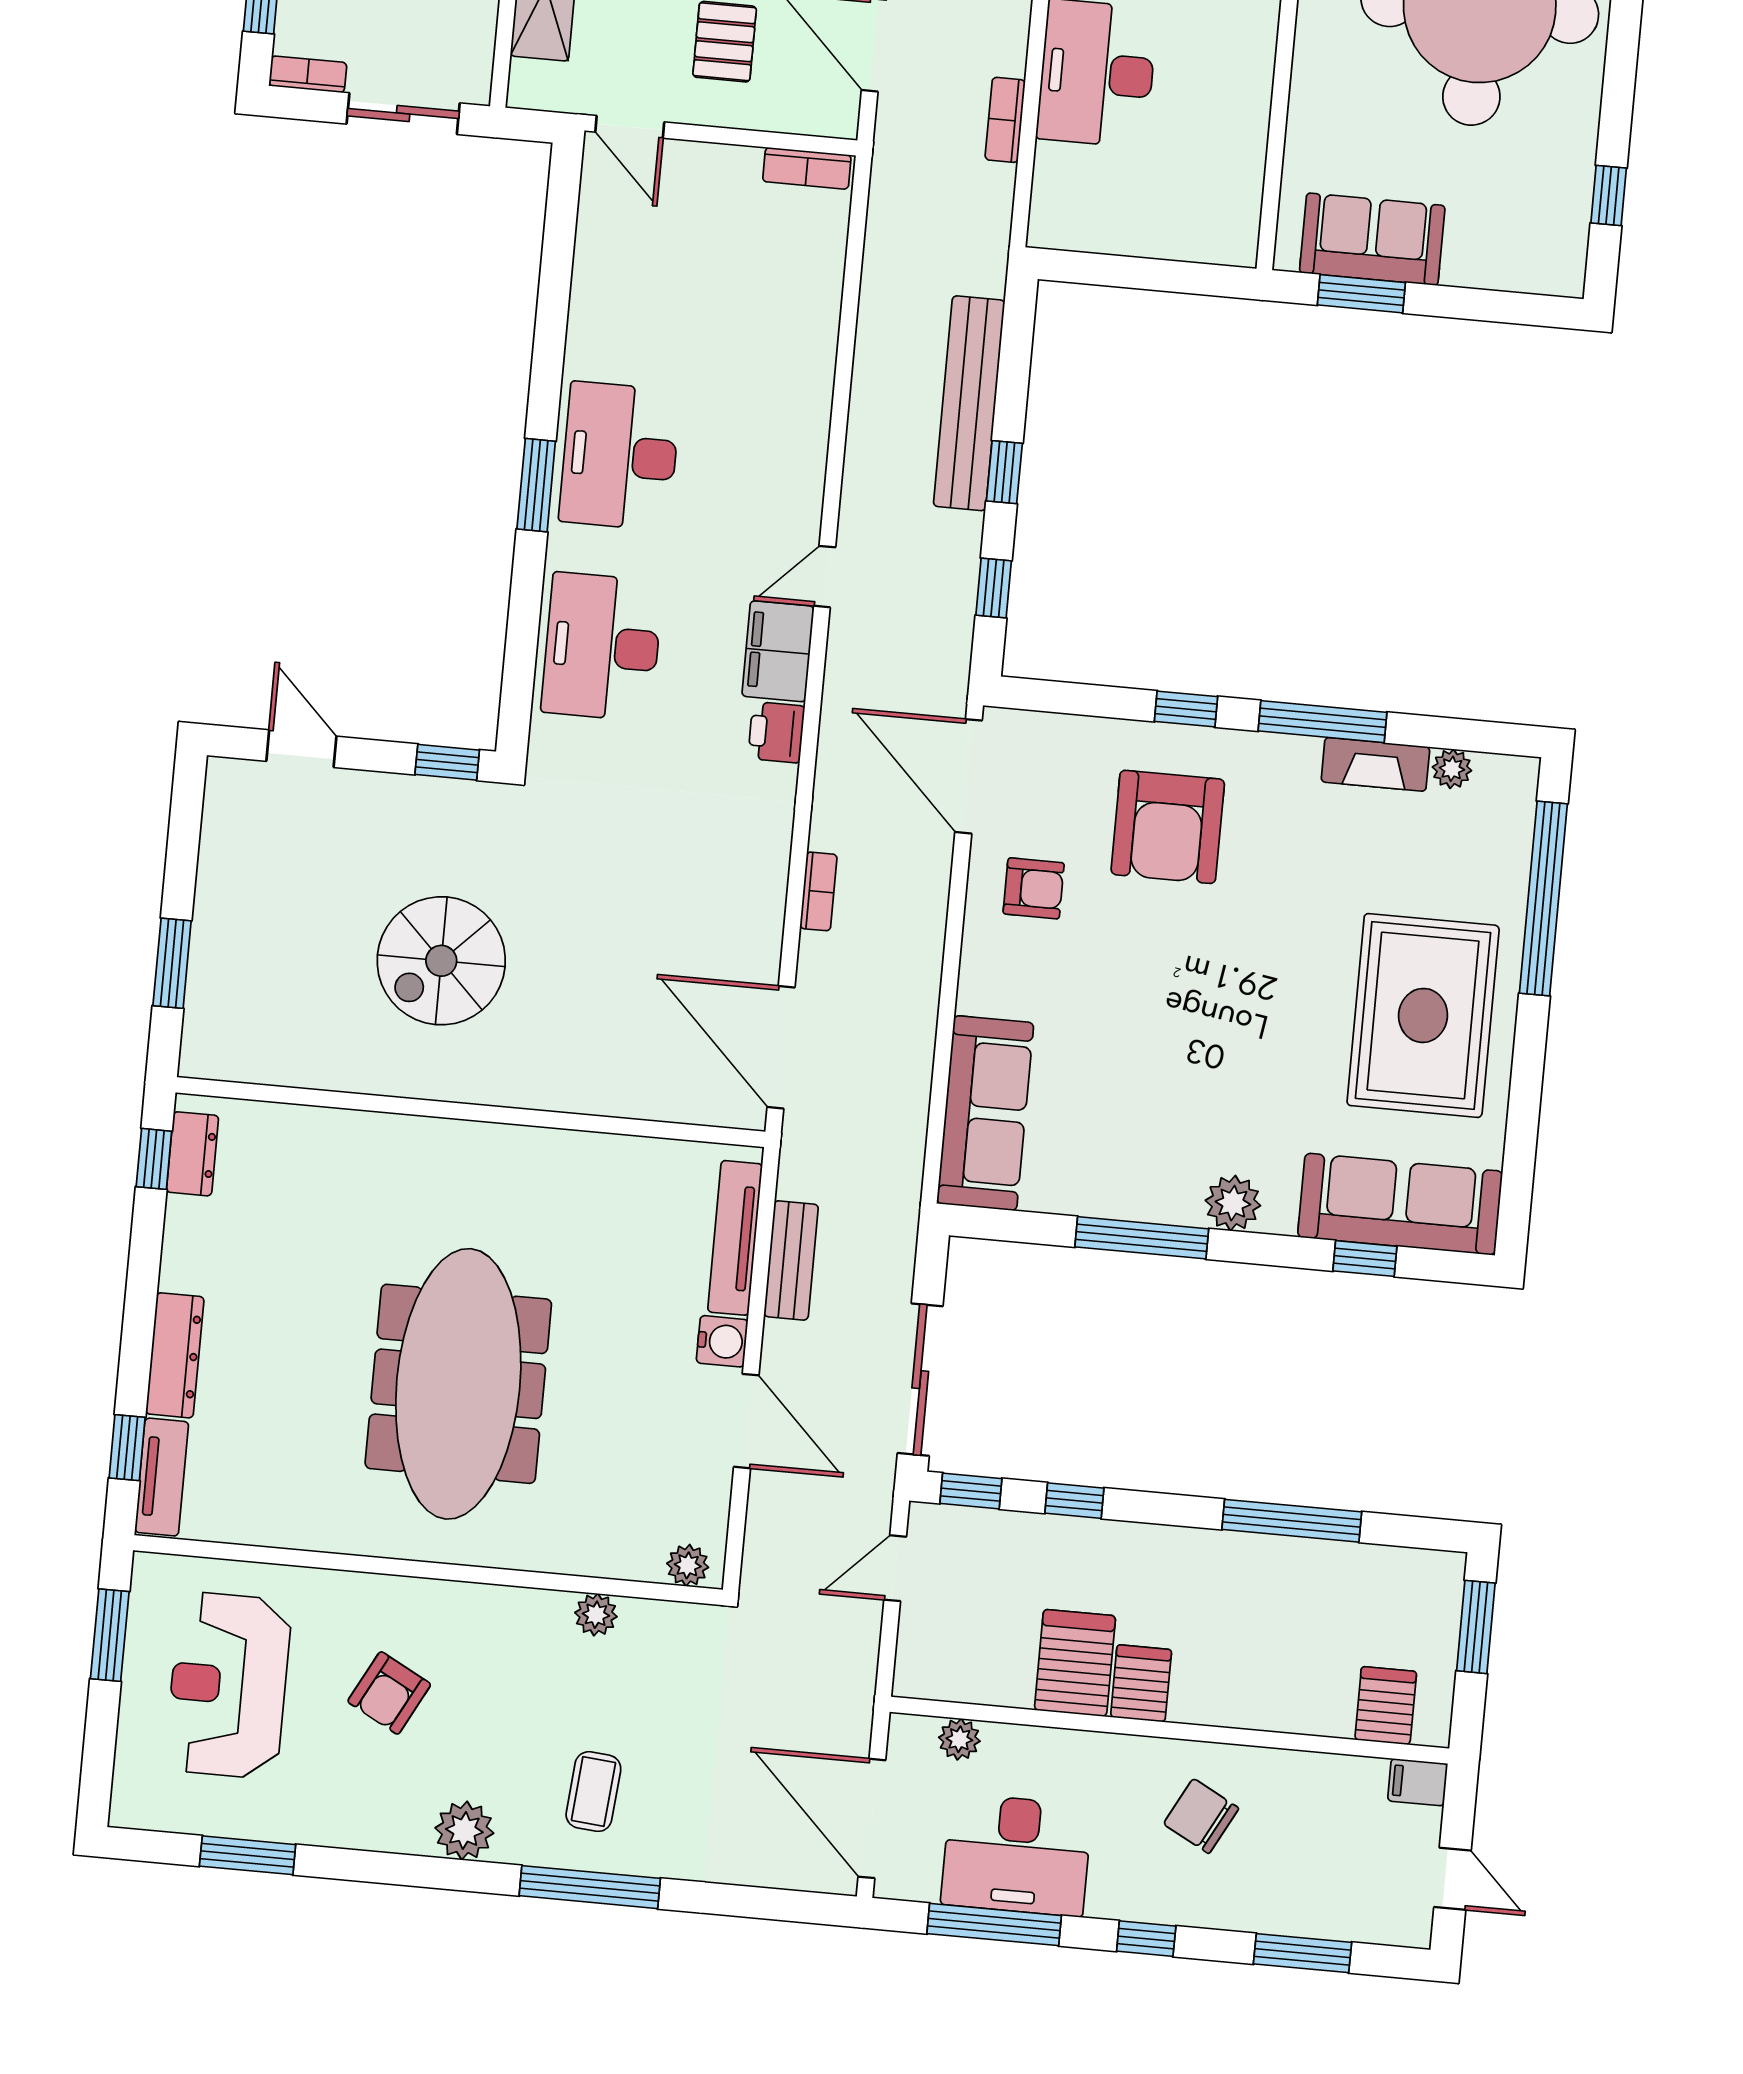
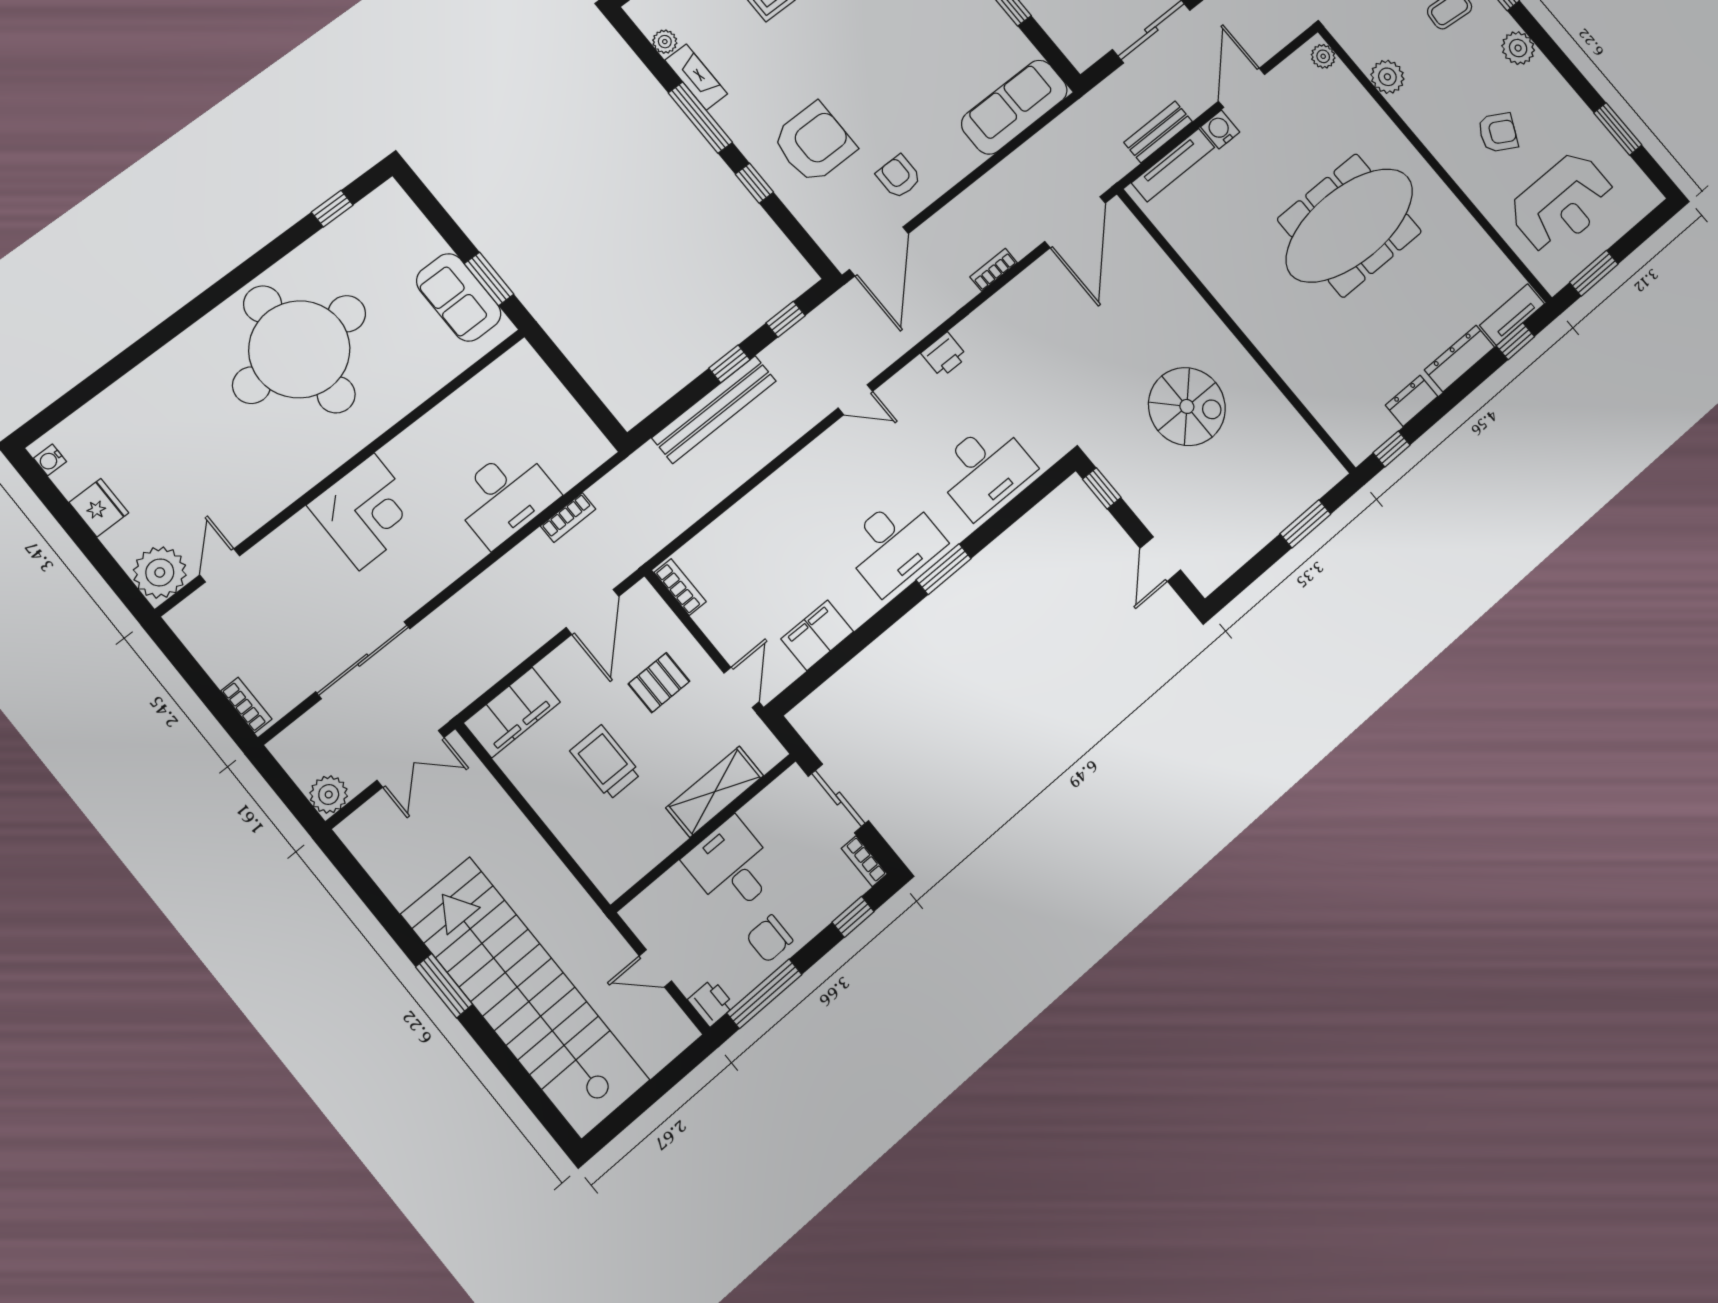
filing cabinet: (778, 651) -> (817, 635), moved, turned 180
dresser: (192, 1154) -> (1412, 401), moved
plant: (596, 1615) -> (1387, 77), width x1.38, depth x1.38

